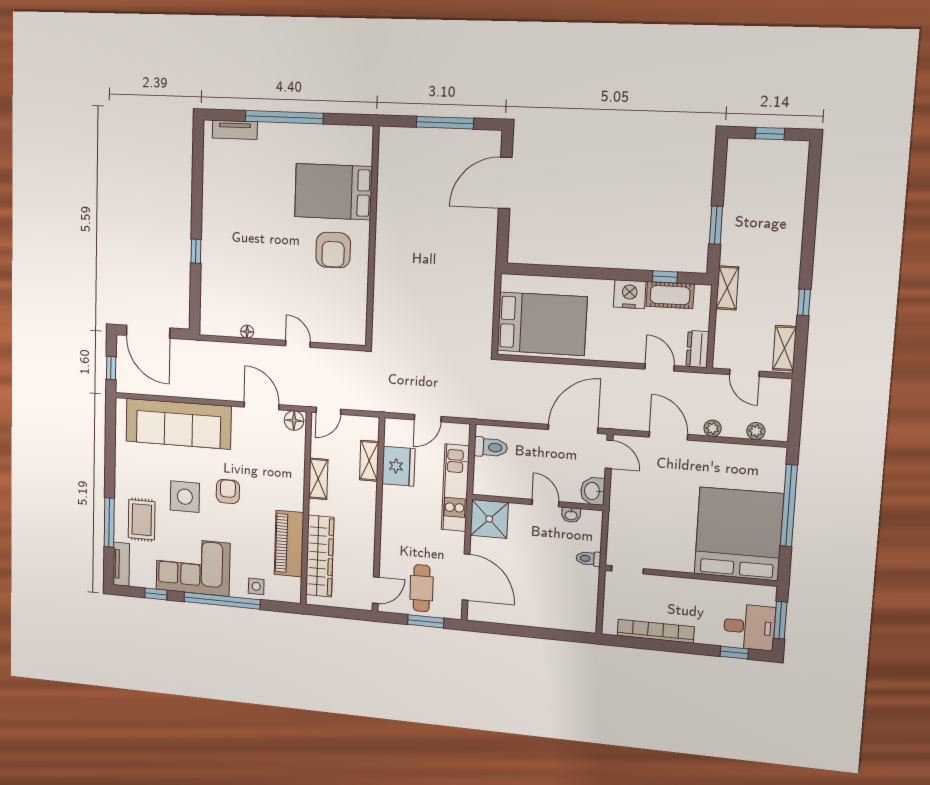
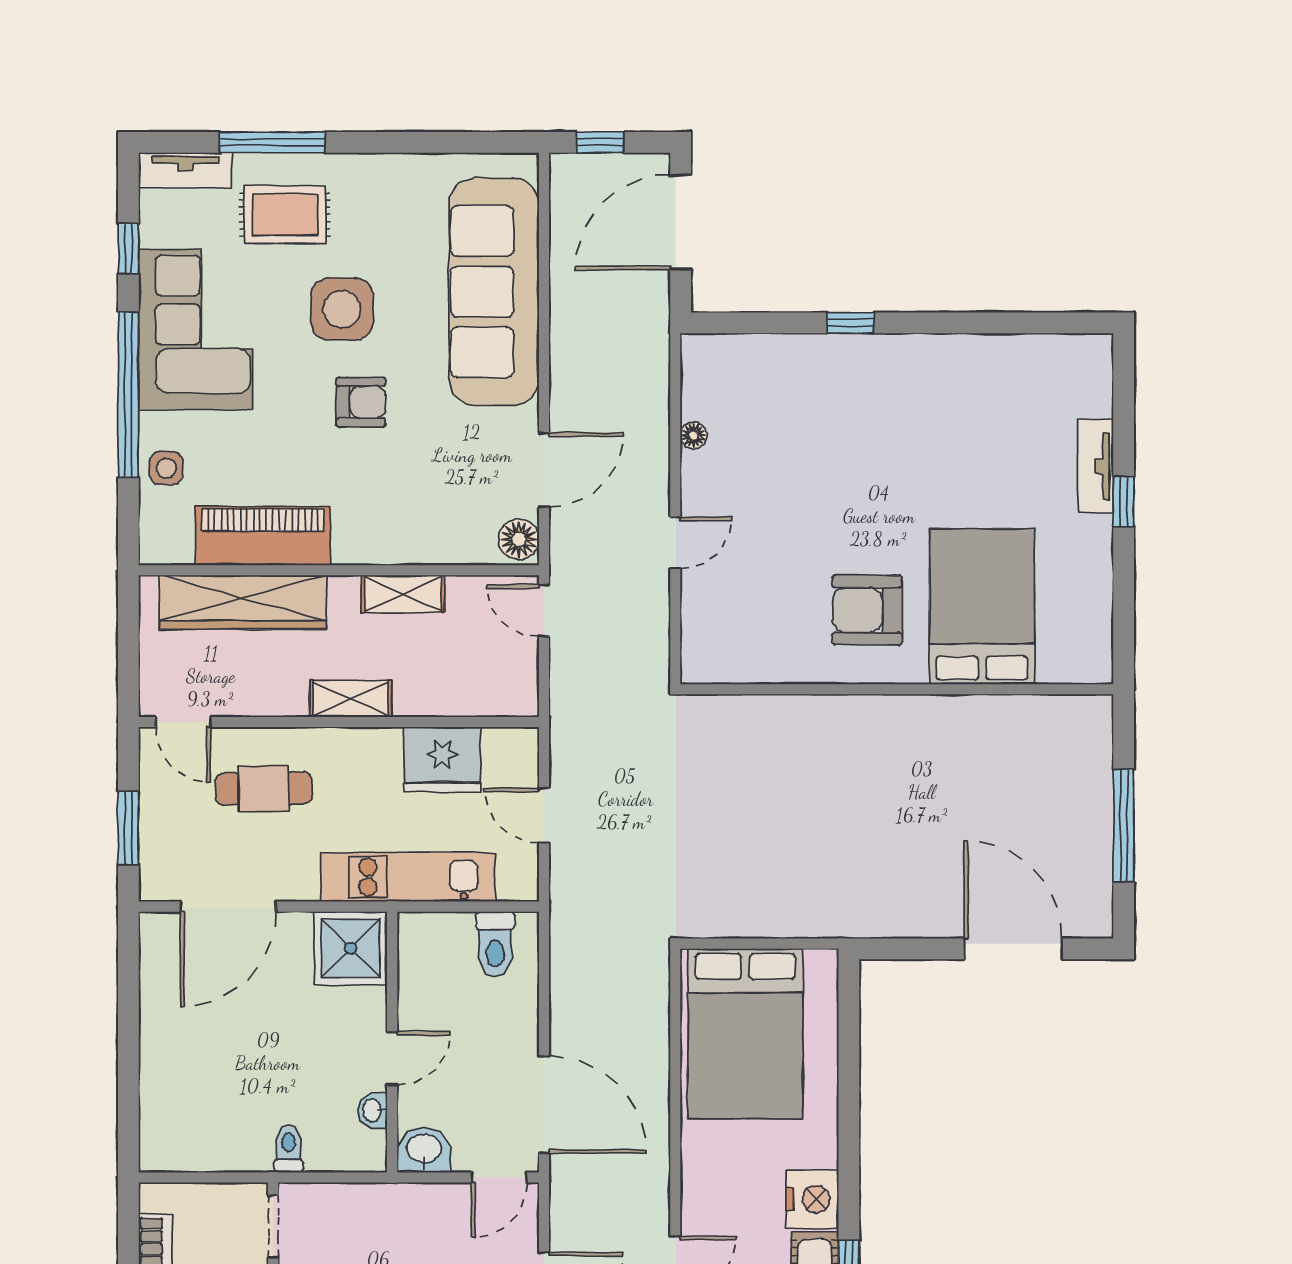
window: (284, 117) -> (1124, 501), width x0.32
tv unit: (235, 130) -> (1096, 466), moved
shelving: (369, 461) -> (351, 699), moved
cafe table: (422, 588) -> (264, 788), moved

